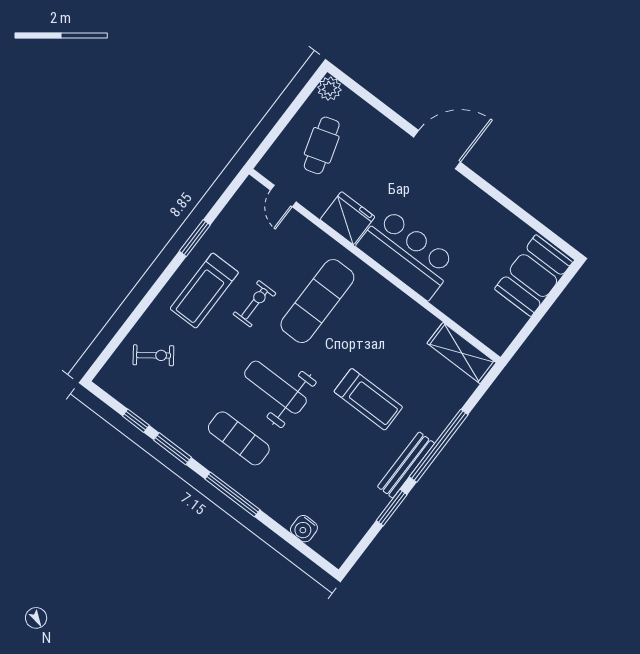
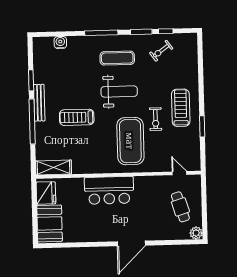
fridge: (348, 218) -> (46, 193), moved, turned -90
exercise mat: (317, 301) -> (130, 141), width x1.47
exercise bike: (153, 355) -> (161, 51), moved

